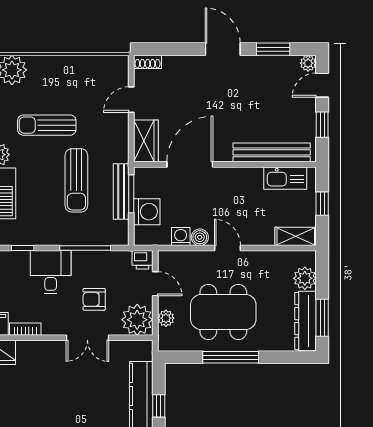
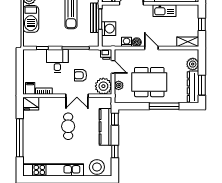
kitchen sink: (285, 178) -> (164, 11), moved
window: (231, 357) -> (164, 106), moved
cafe table: (71, 395) -> (68, 126), added
window: (159, 406) -> (115, 119), moved

